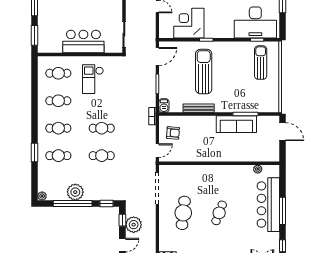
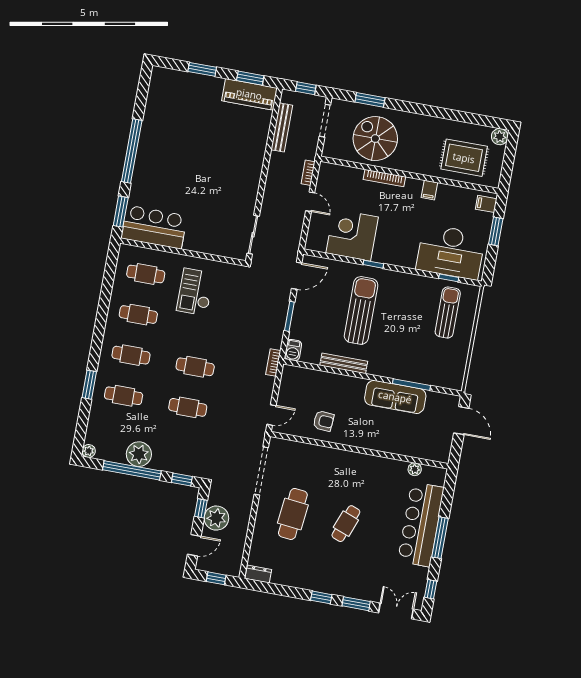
bar counter: (83, 42) -> (154, 227), moved
armchair: (173, 133) -> (323, 421), moved

